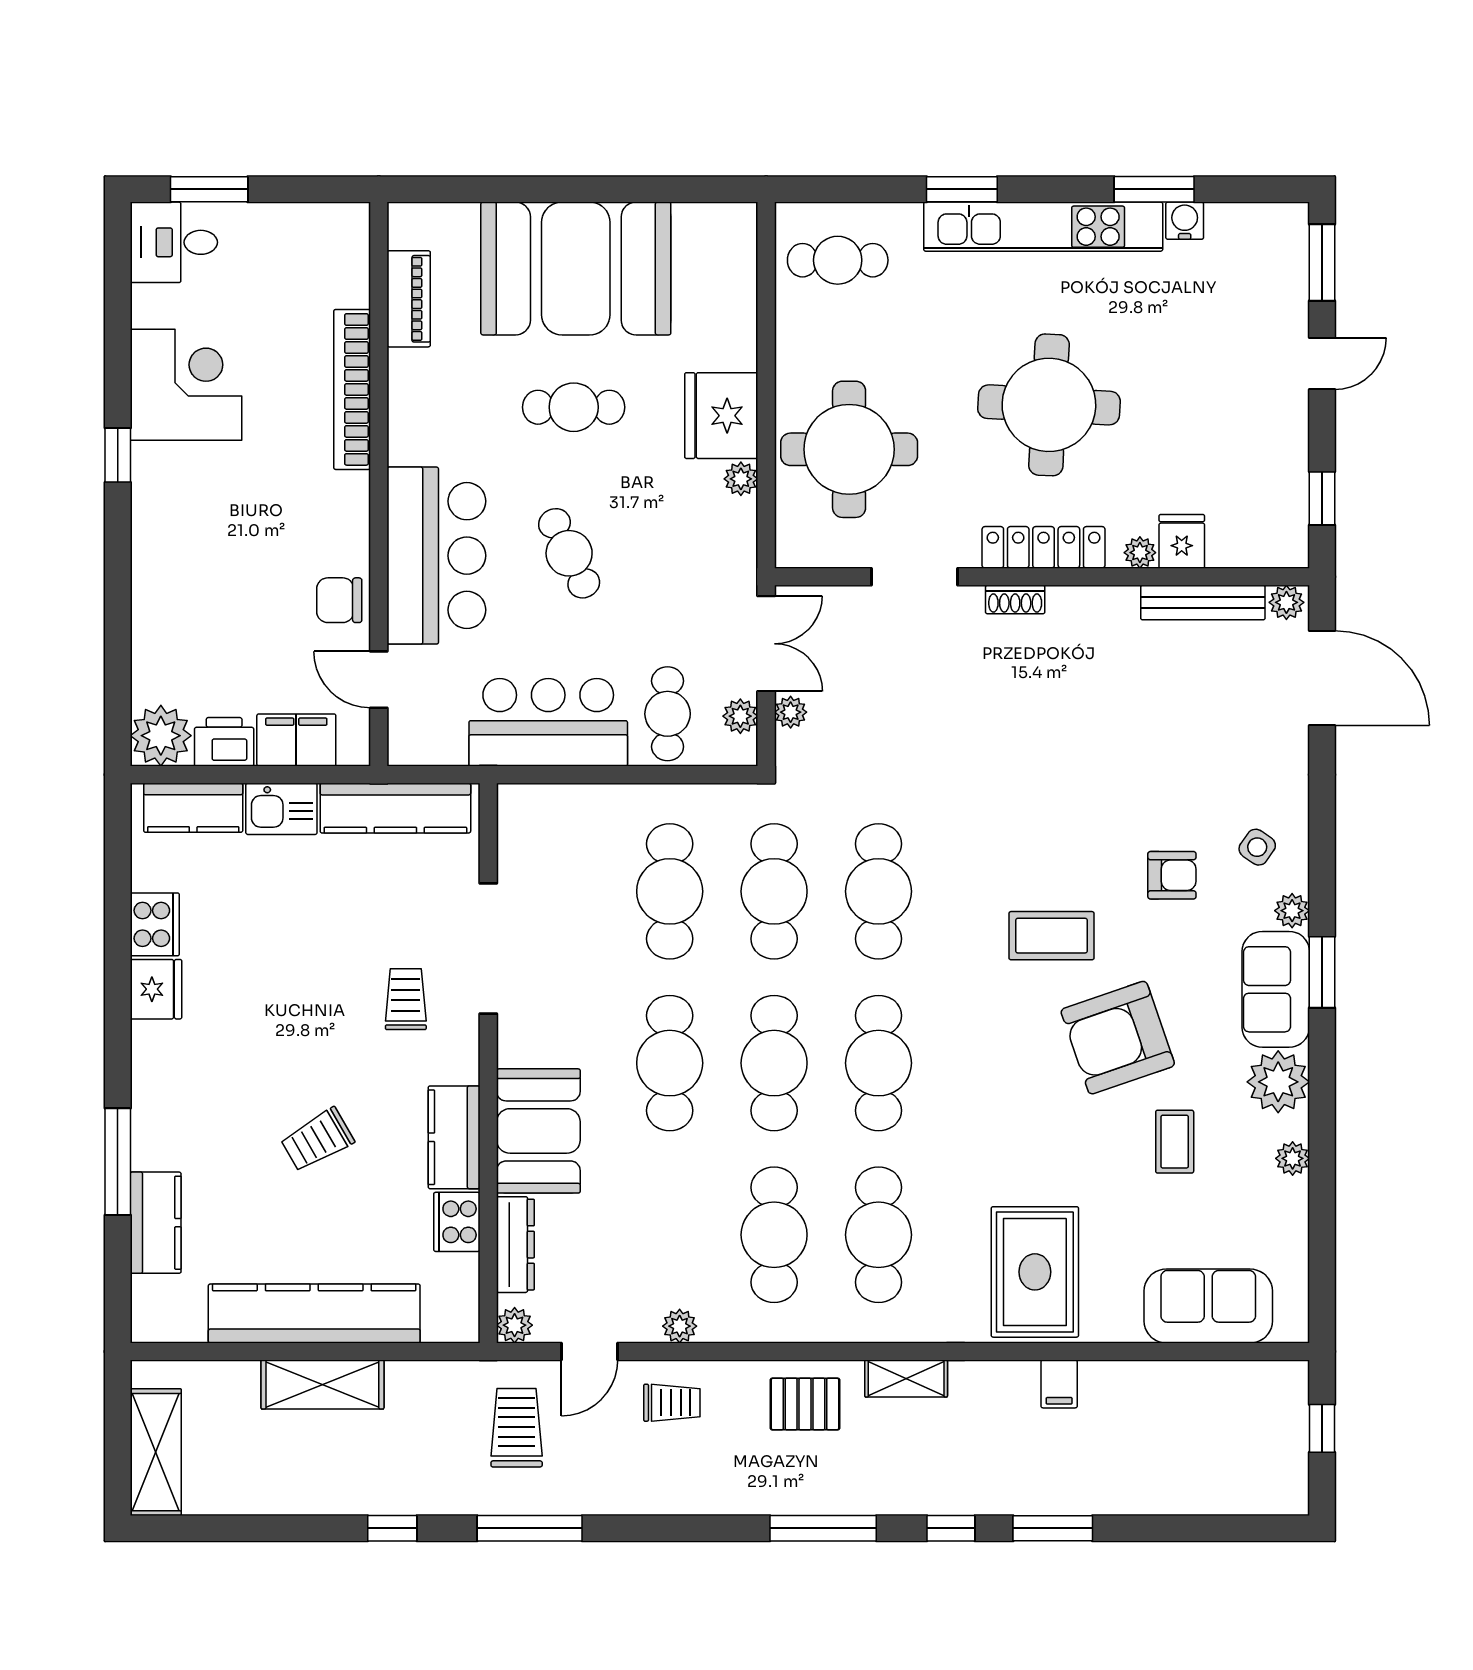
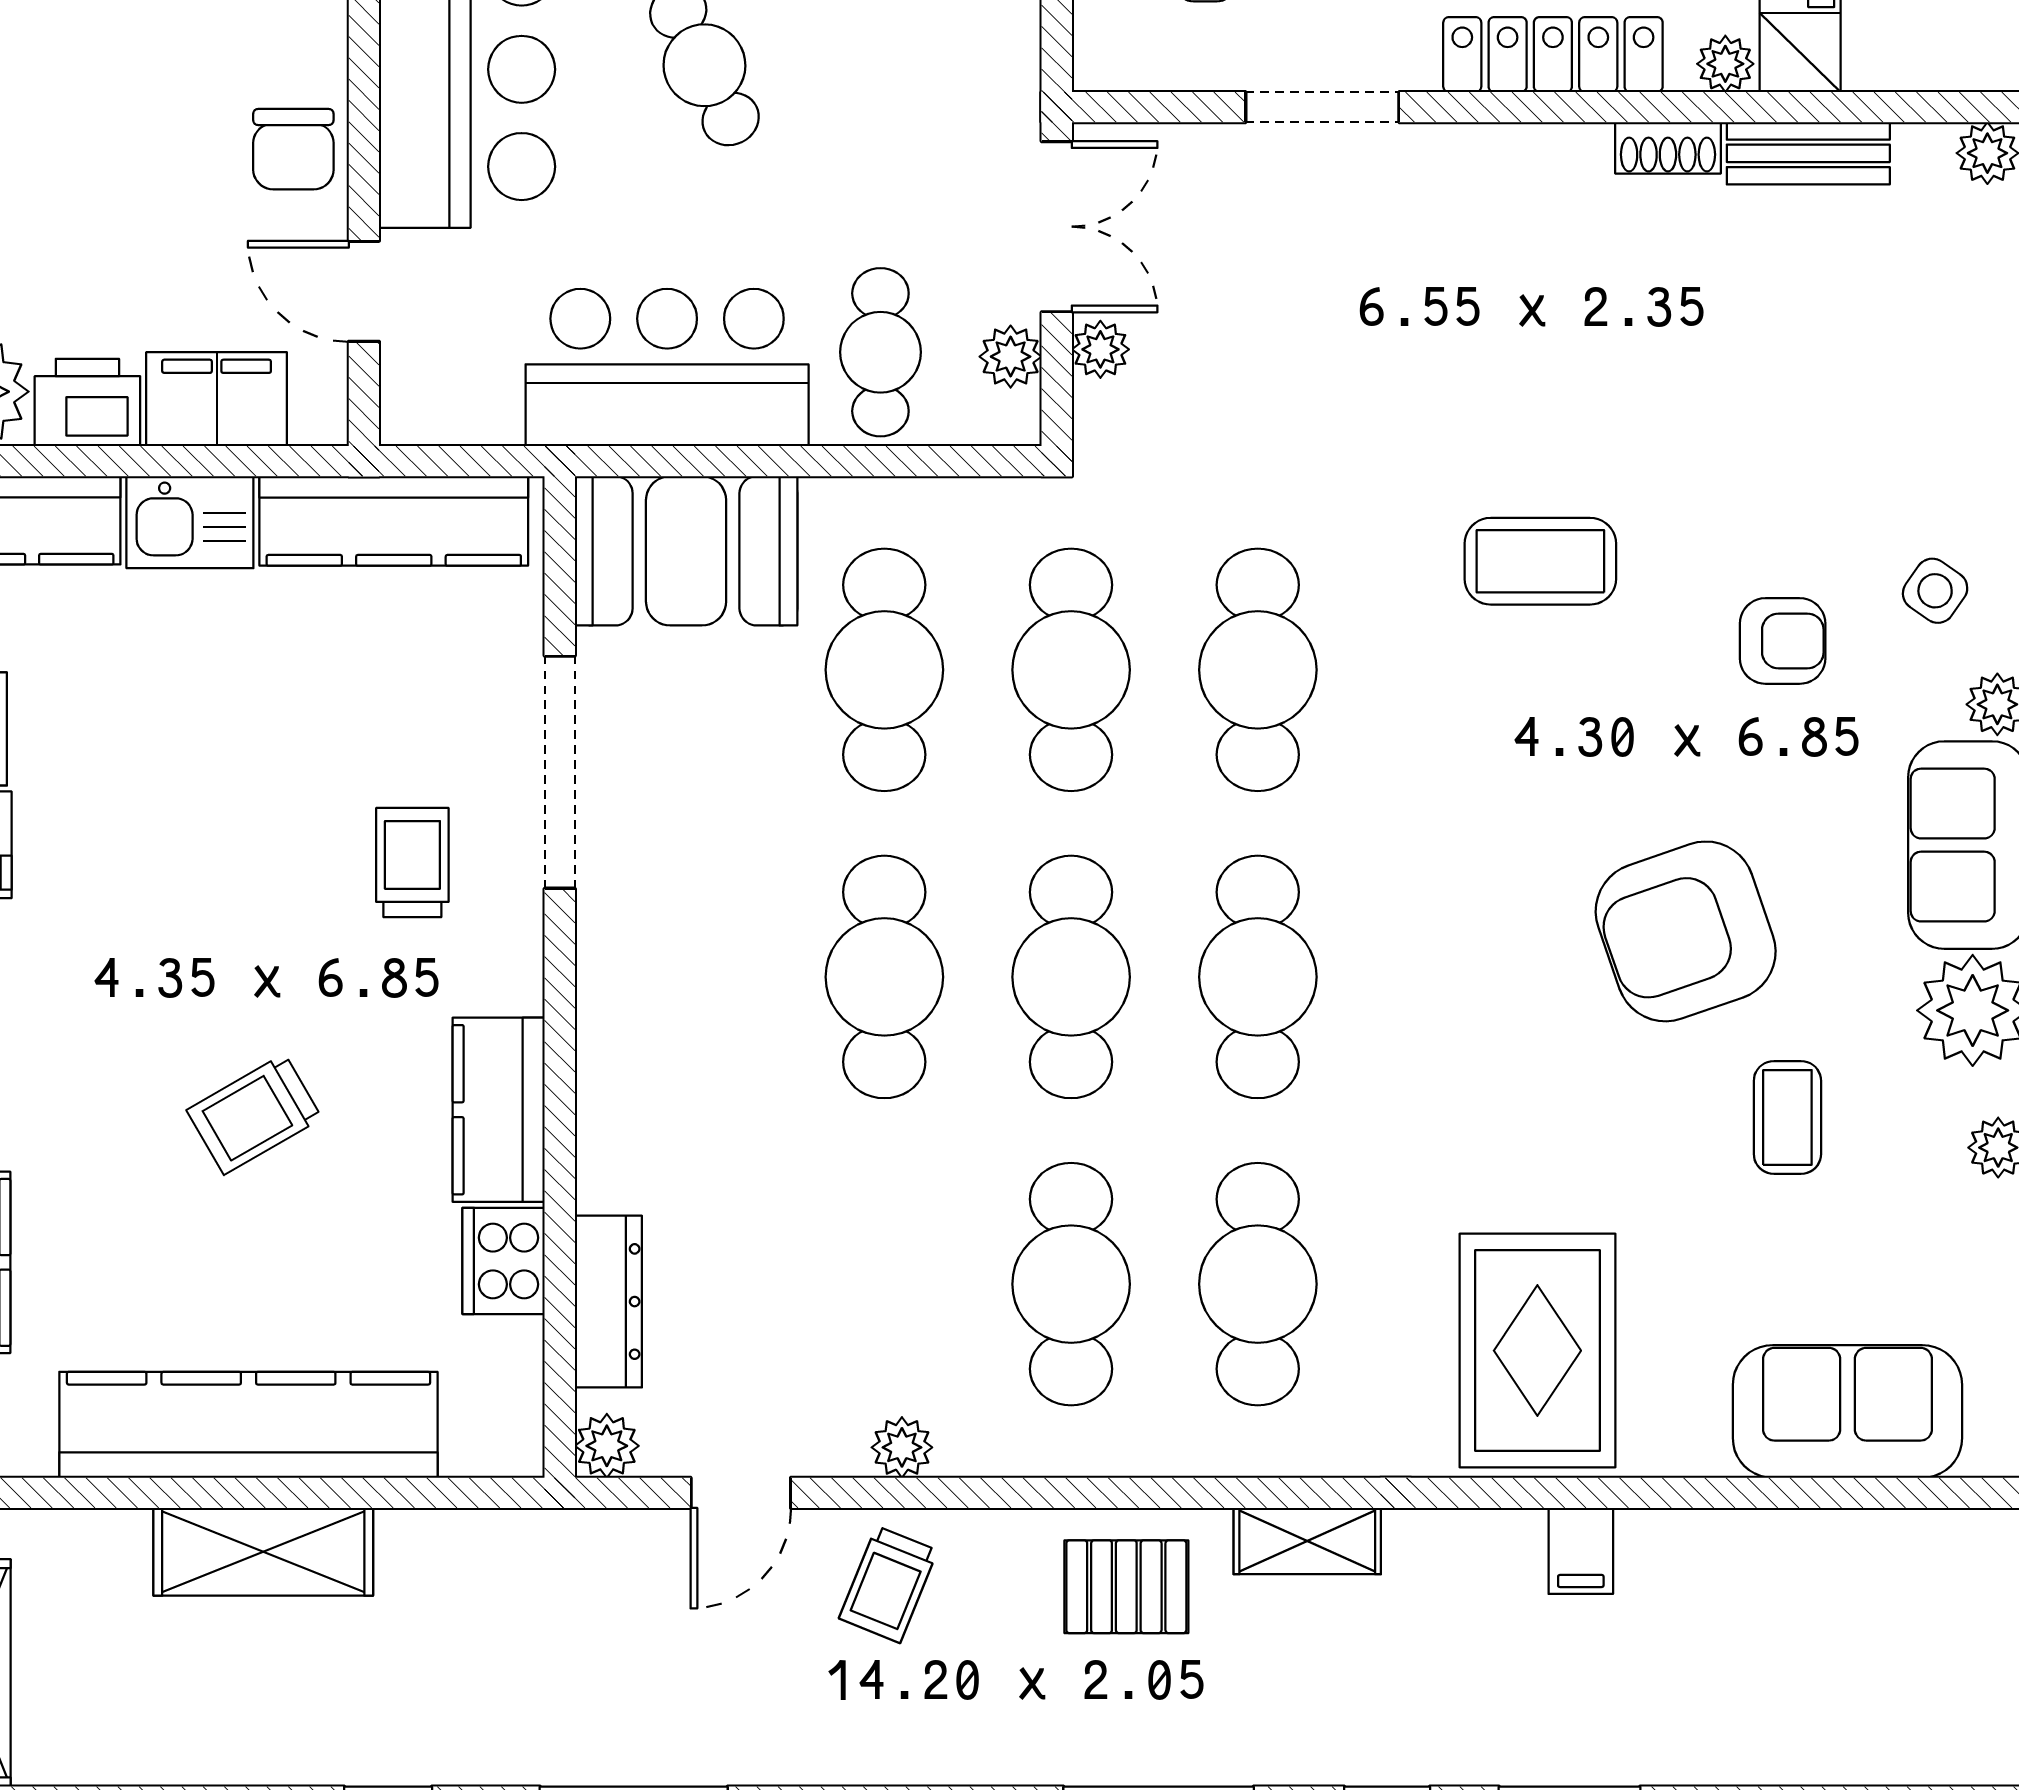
chair: (339, 600) -> (293, 149), turned -90
shoe rack: (1015, 600) -> (1668, 148), moved
bench: (1203, 603) -> (1808, 153), width x0.73
coffee table: (1052, 936) -> (1540, 561), moved
booth: (538, 1131) -> (686, 551), moved, turned 90
trolley: (672, 1403) -> (888, 1584), turned 112
trolley: (517, 1428) -> (610, 1629), removed

